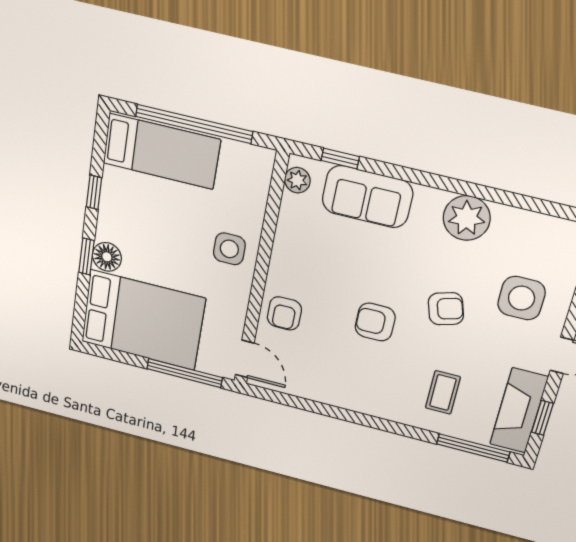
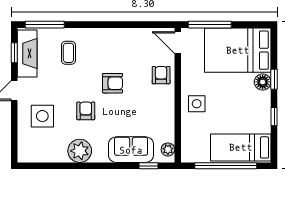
armchair: (446, 309) -> (86, 111), moved, turned 107

